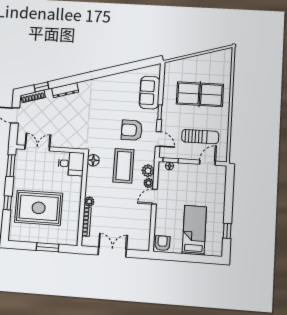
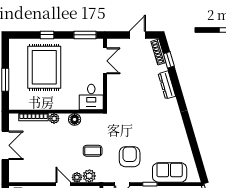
floor lamp: (93, 160) -> (75, 119), moved
coffee table: (124, 166) -> (93, 151), width x0.54, depth x0.58

